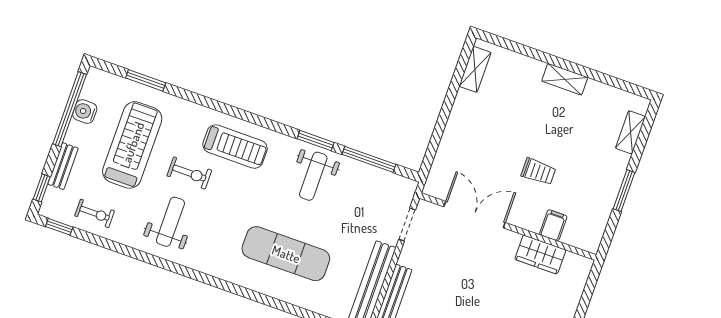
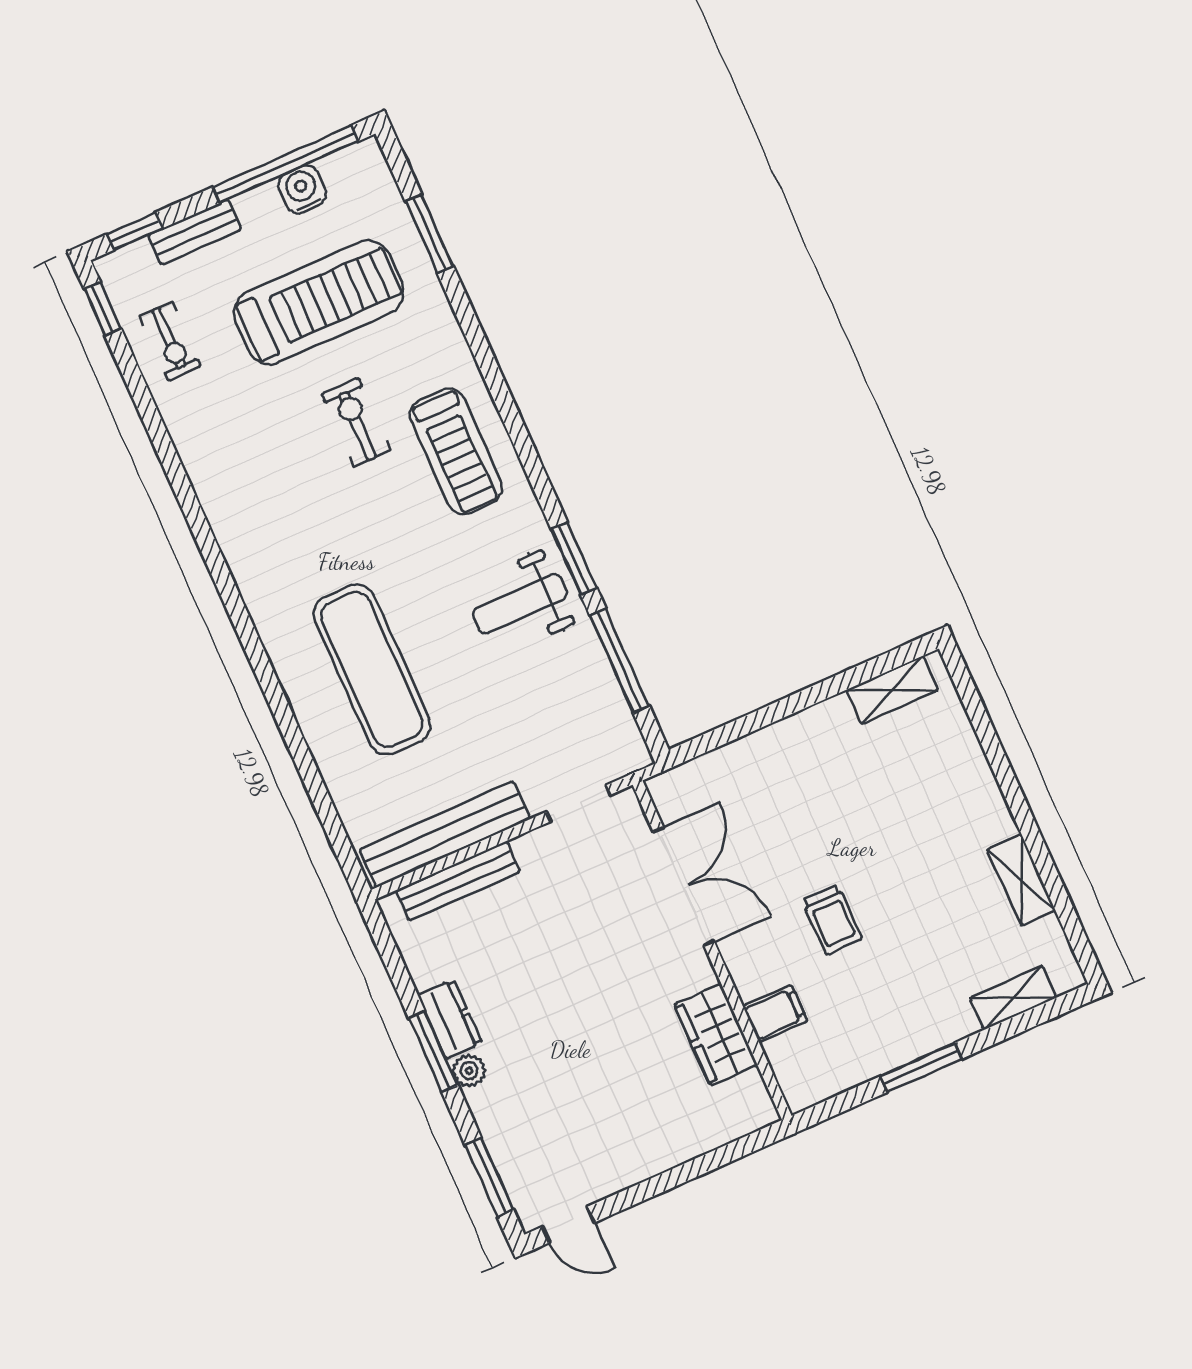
shelving: (565, 79) -> (1021, 880), moved
exercise bike: (189, 173) -> (356, 422), turned 180
weight bench: (170, 222) -> (261, 461), removed

